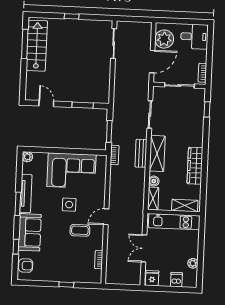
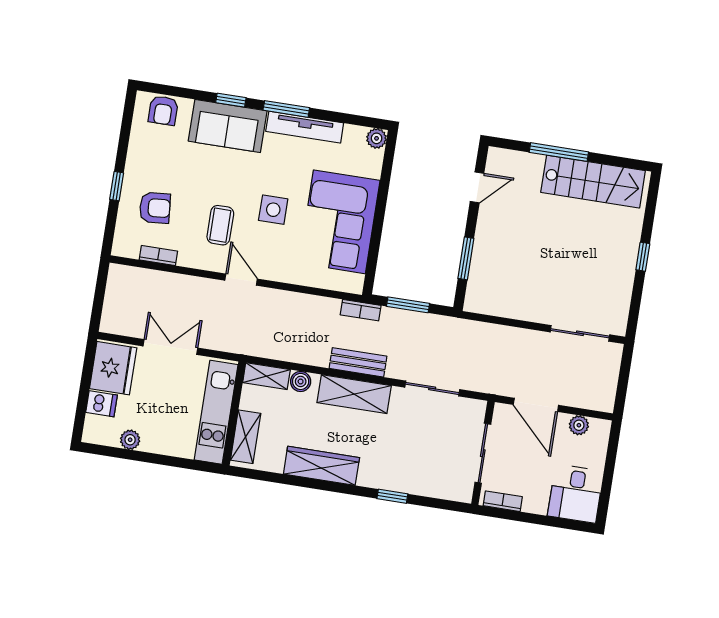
plant: (164, 39) -> (579, 425), width x0.53, depth x0.53
window: (25, 44) -> (559, 152), moved
window: (207, 109) -> (392, 496), moved
window: (16, 247) -> (231, 100), moved
armchair: (75, 264) -> (155, 208), added
fridge: (152, 278) -> (113, 368), width x1.88, depth x1.34

